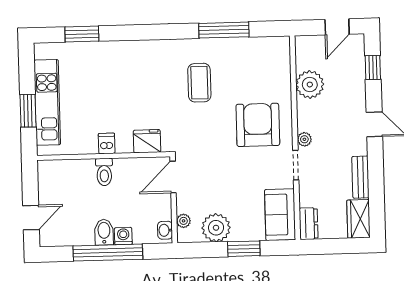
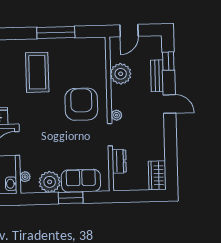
door: (337, 27) -> (129, 31), moved
coffee table: (199, 83) -> (37, 72), width x1.36, depth x1.32
bench: (360, 177) -> (157, 76), moved
sofa: (280, 215) -> (81, 181), moved, turned 90
dresser: (309, 224) -> (119, 161), moved

